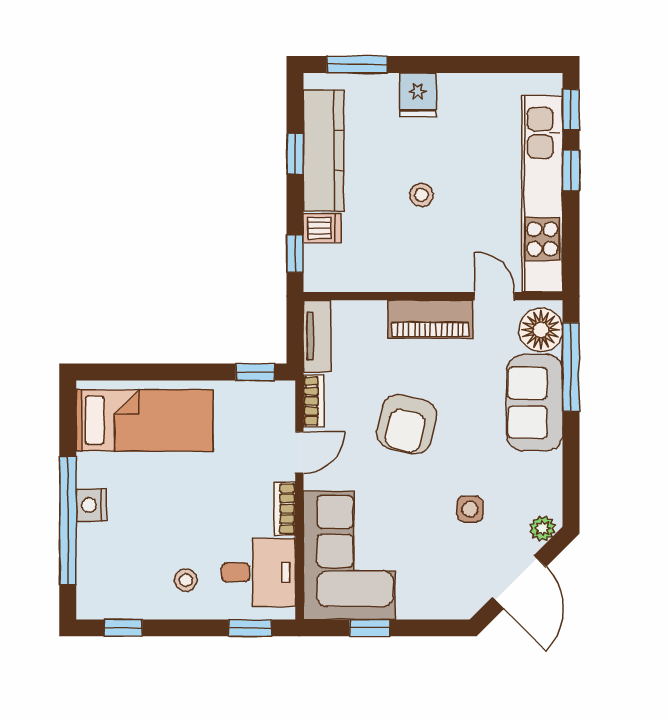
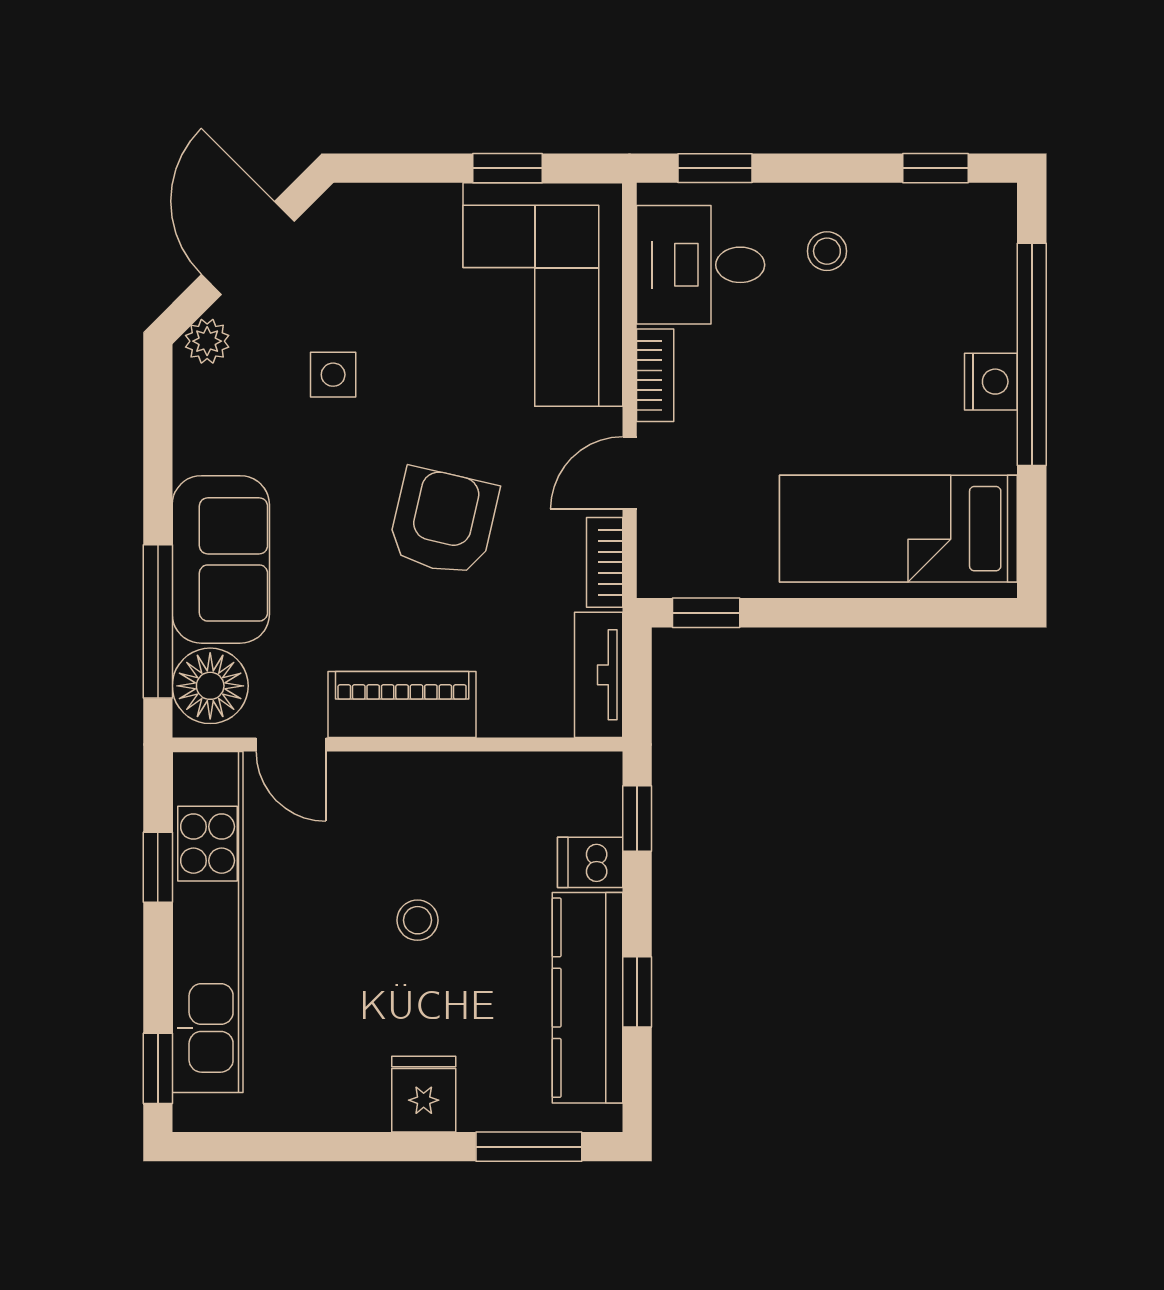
window: (571, 171) -> (158, 867), moved

